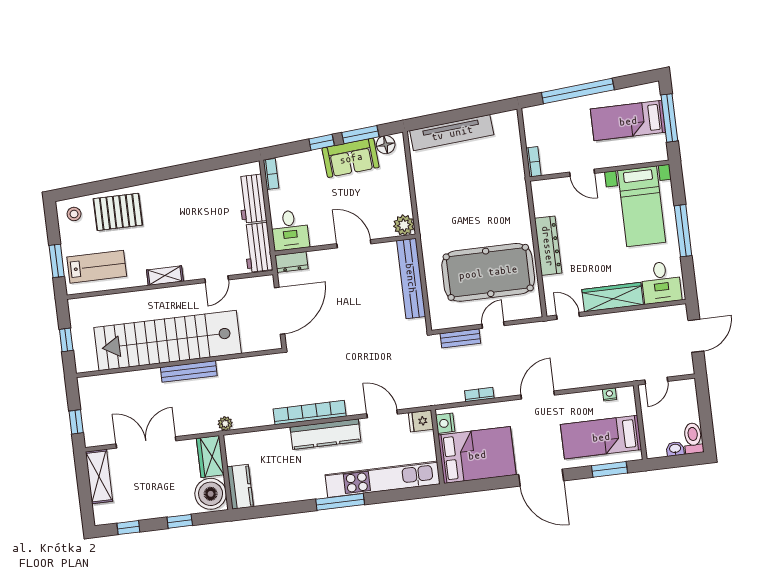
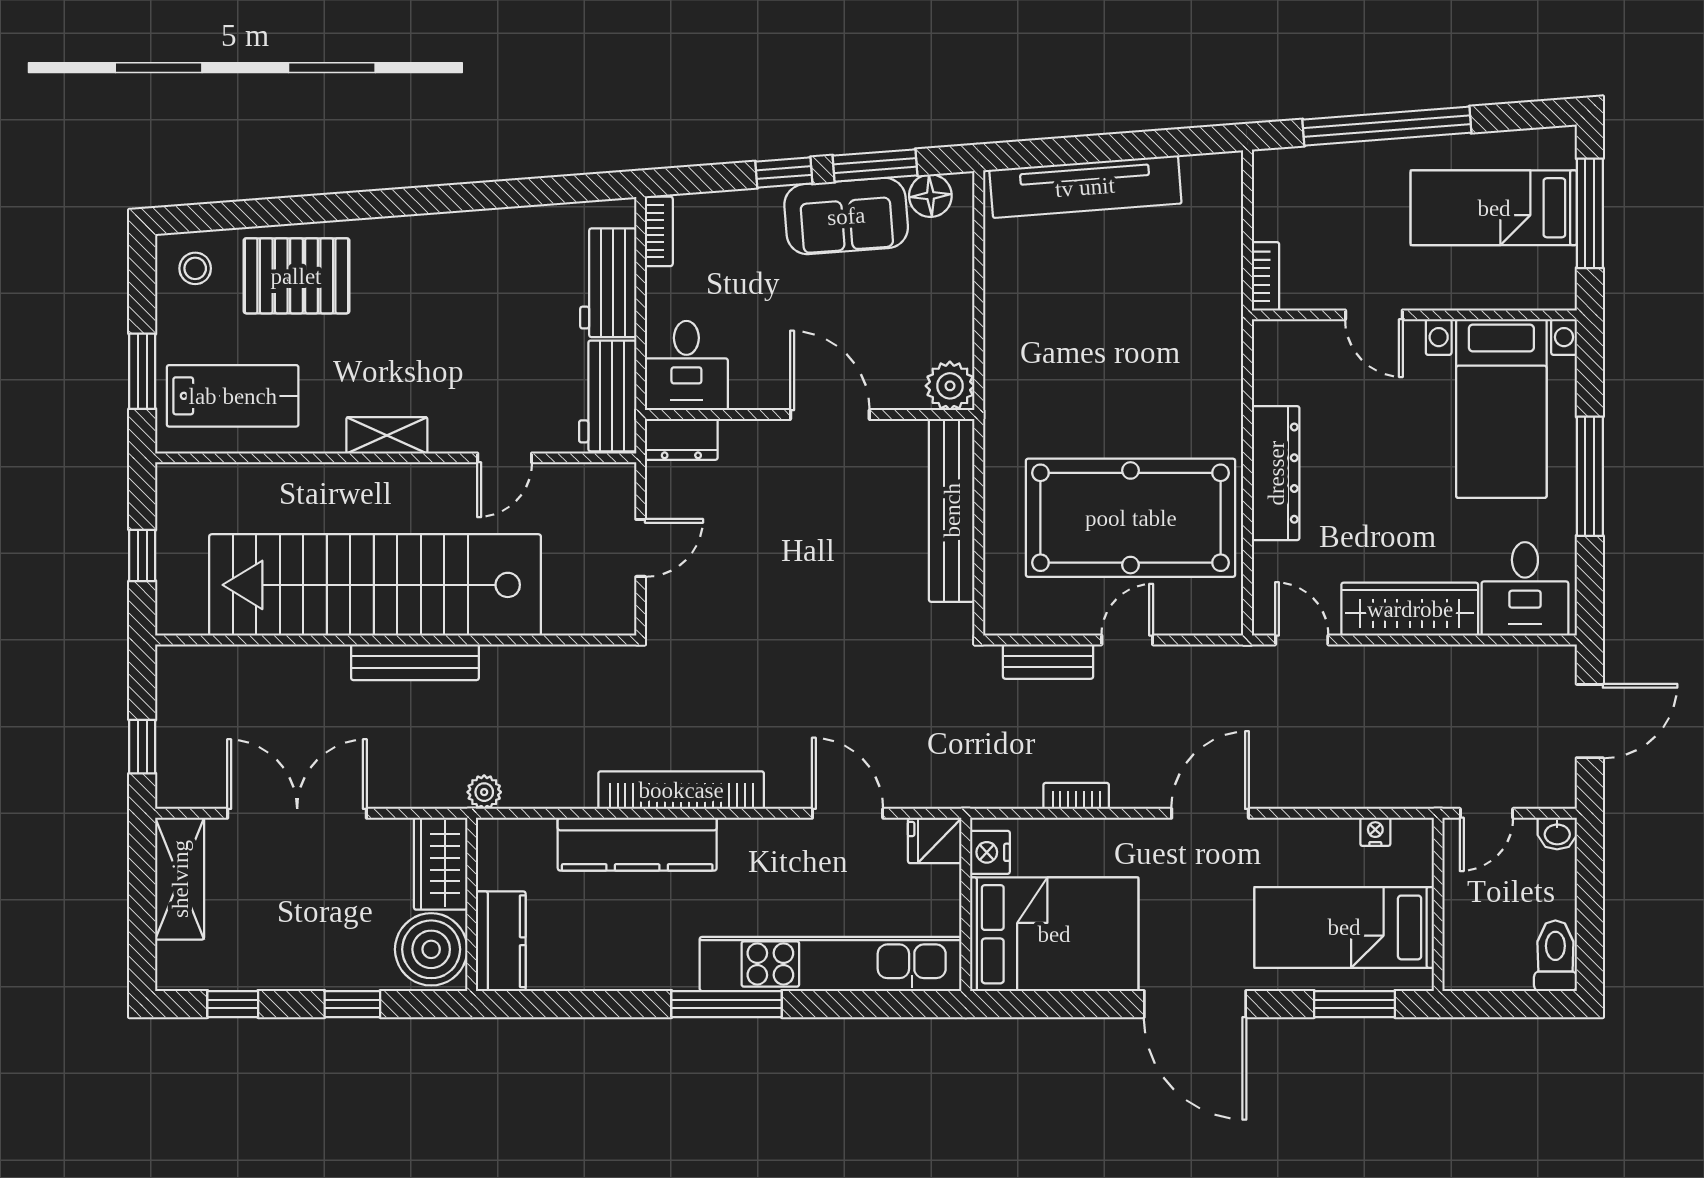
door: (280, 311) -> (641, 548), width x0.53
kitchen counter: (325, 434) -> (637, 844), moved
washbasin: (675, 449) -> (1557, 833), moved, turned 180

